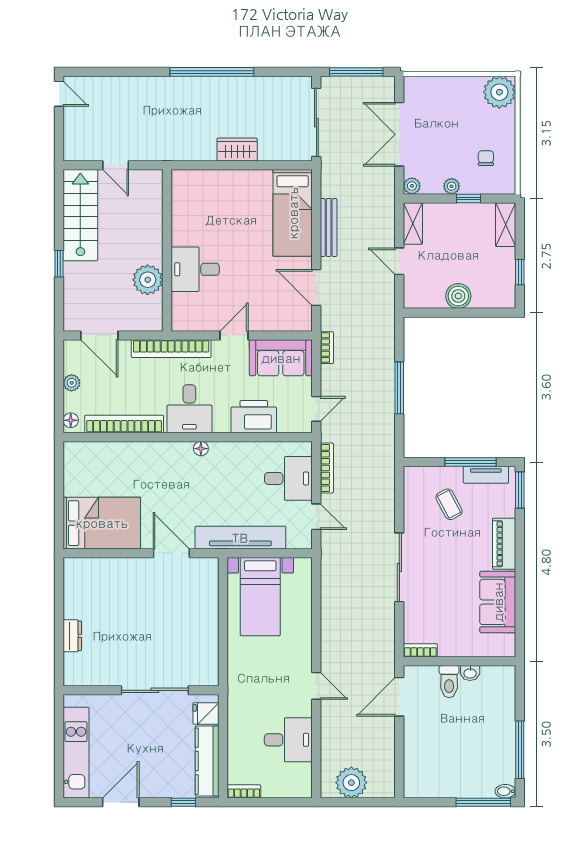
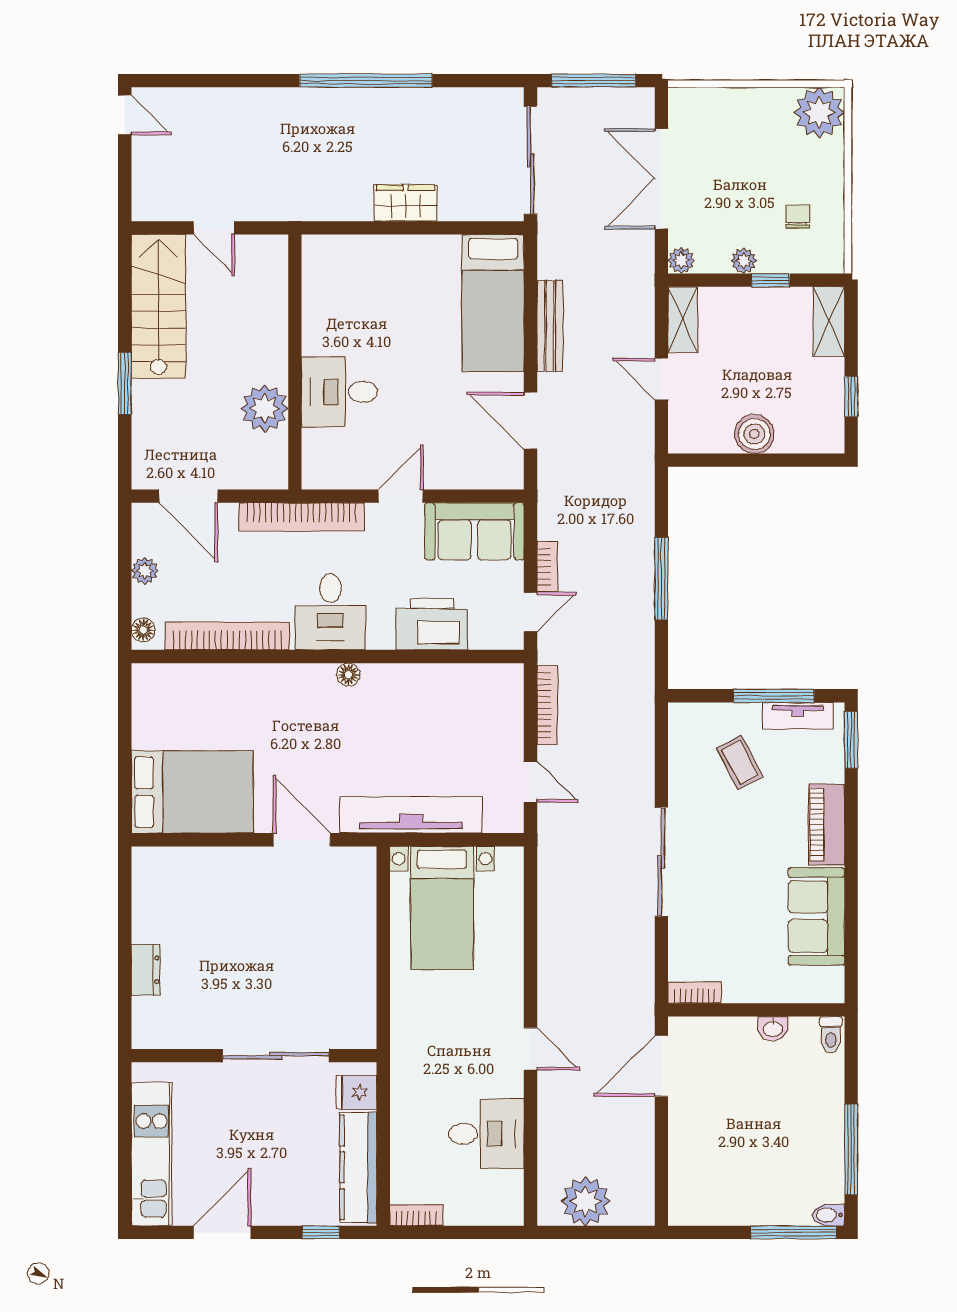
window: (59, 264) -> (125, 383), width x1.50
bookcase: (327, 348) -> (547, 567), moved
desk: (288, 478) -> (487, 722), removed
toilet: (449, 682) -> (831, 1035), moved, width x0.73, depth x0.72

